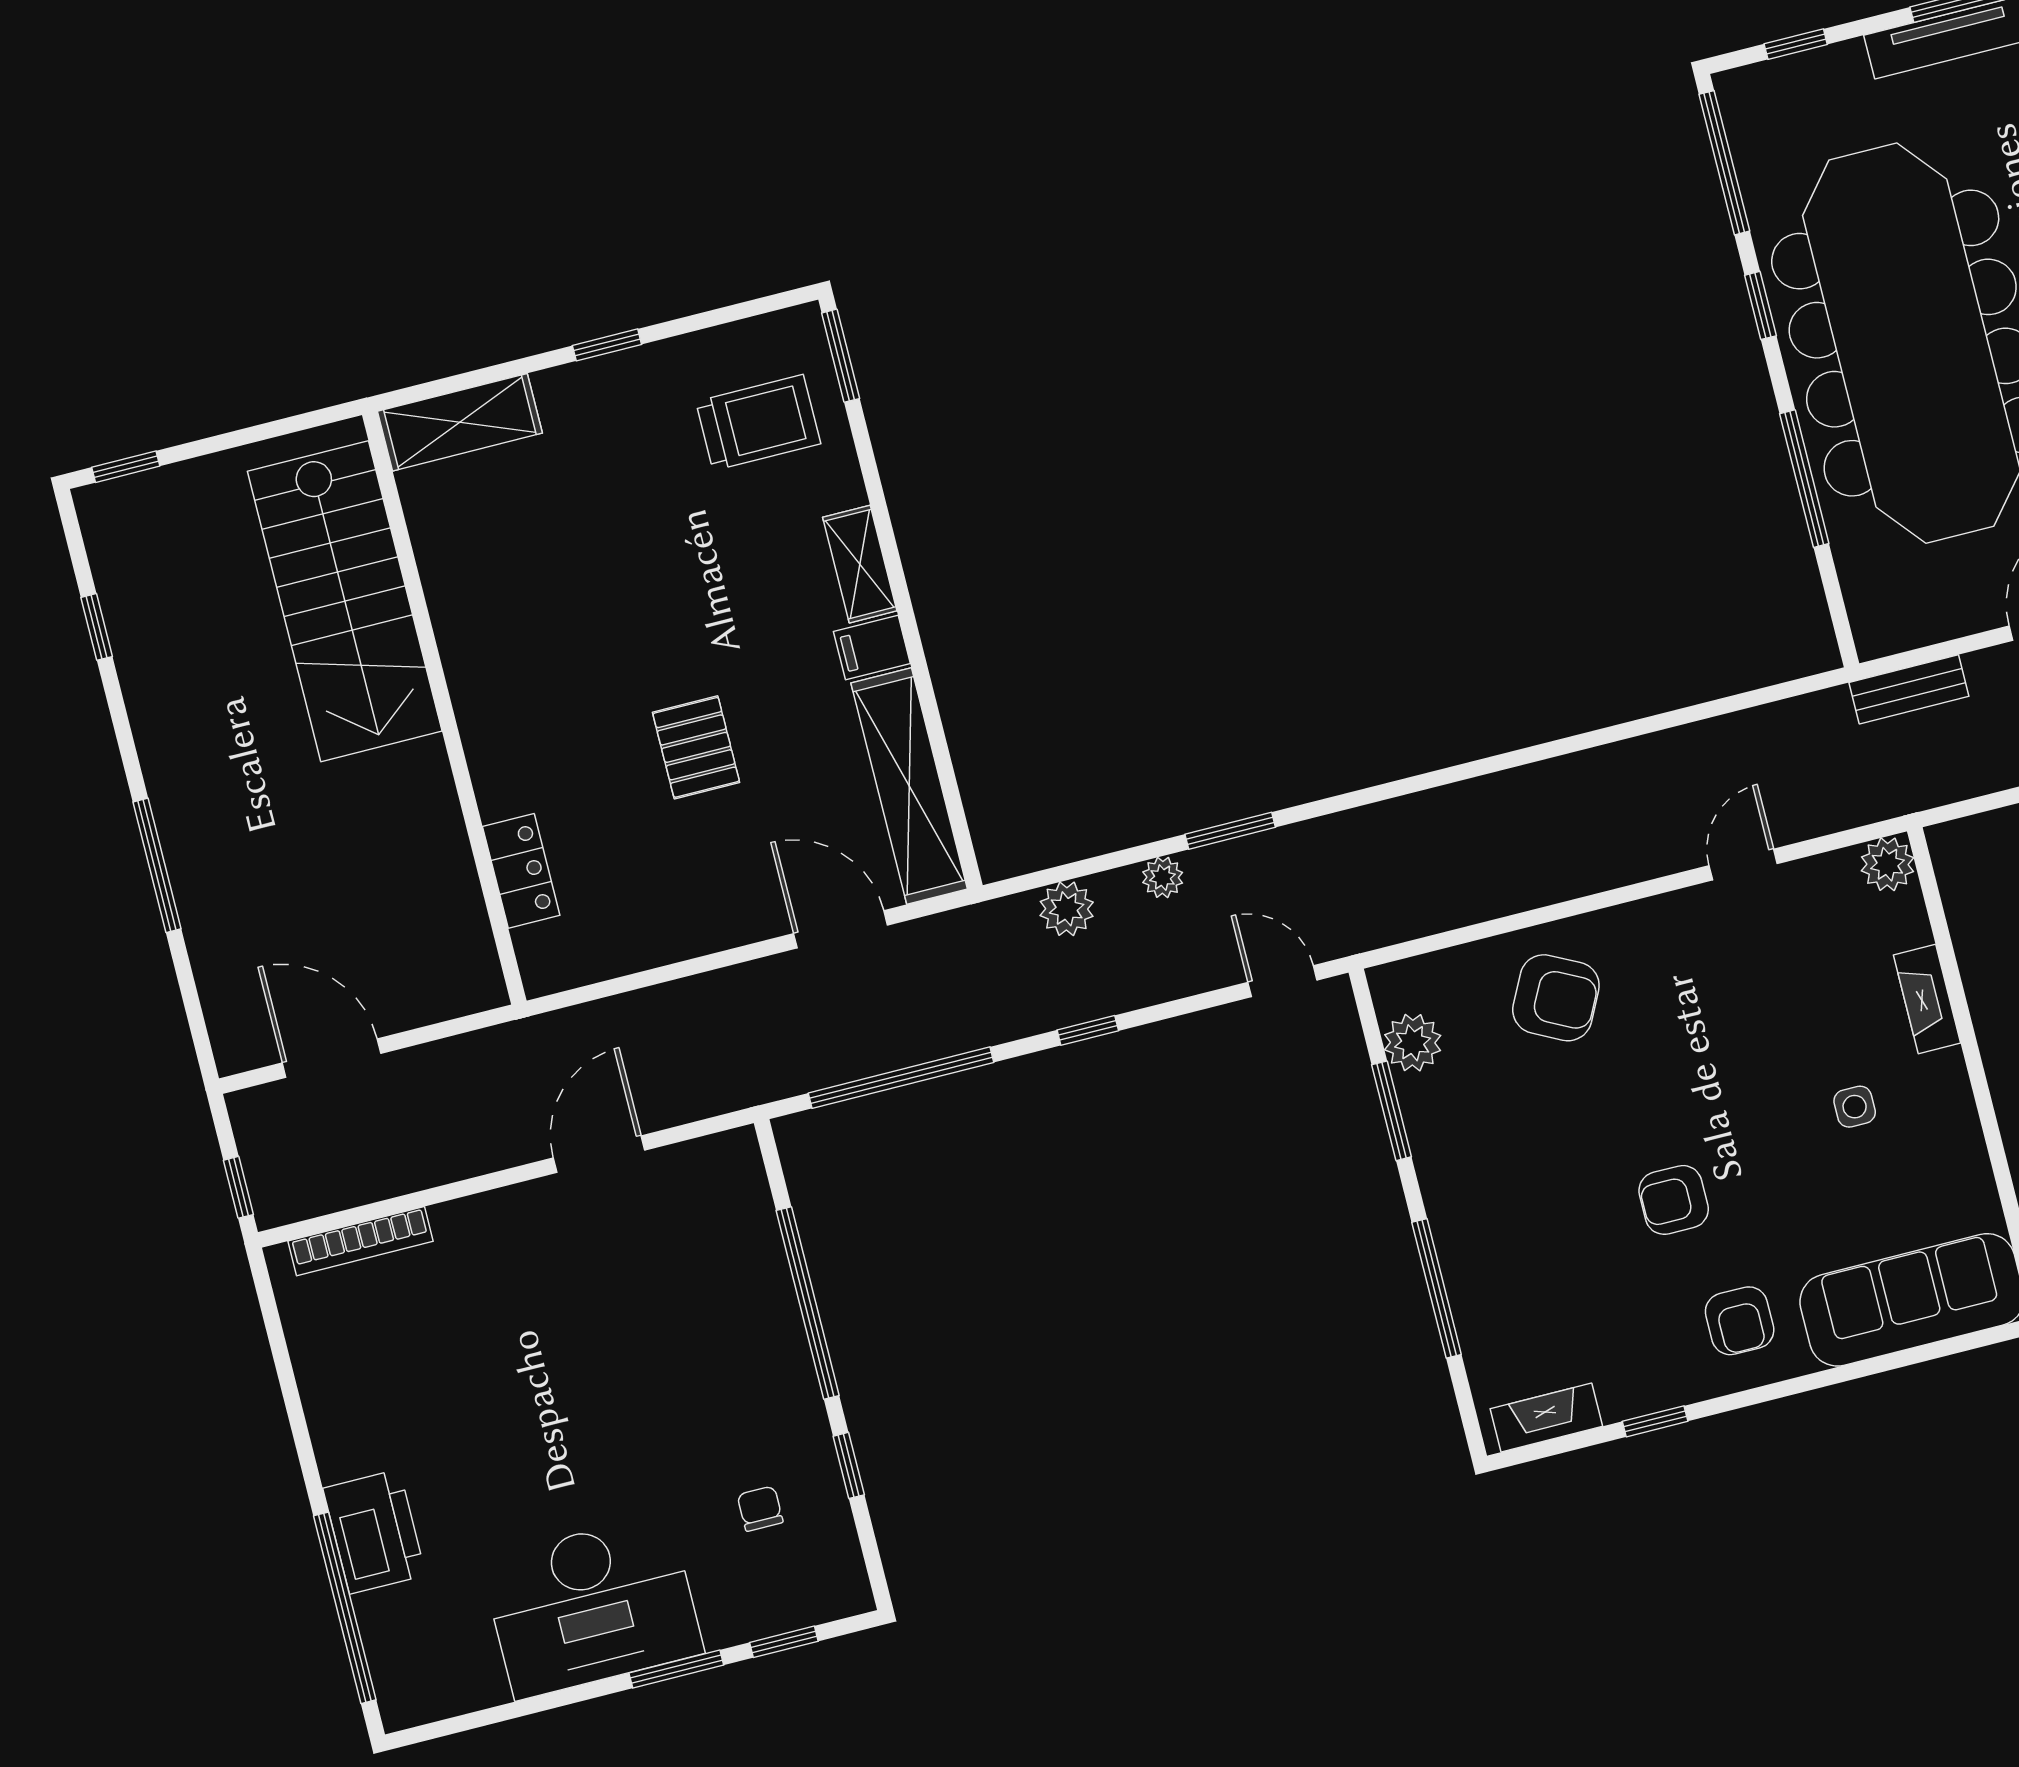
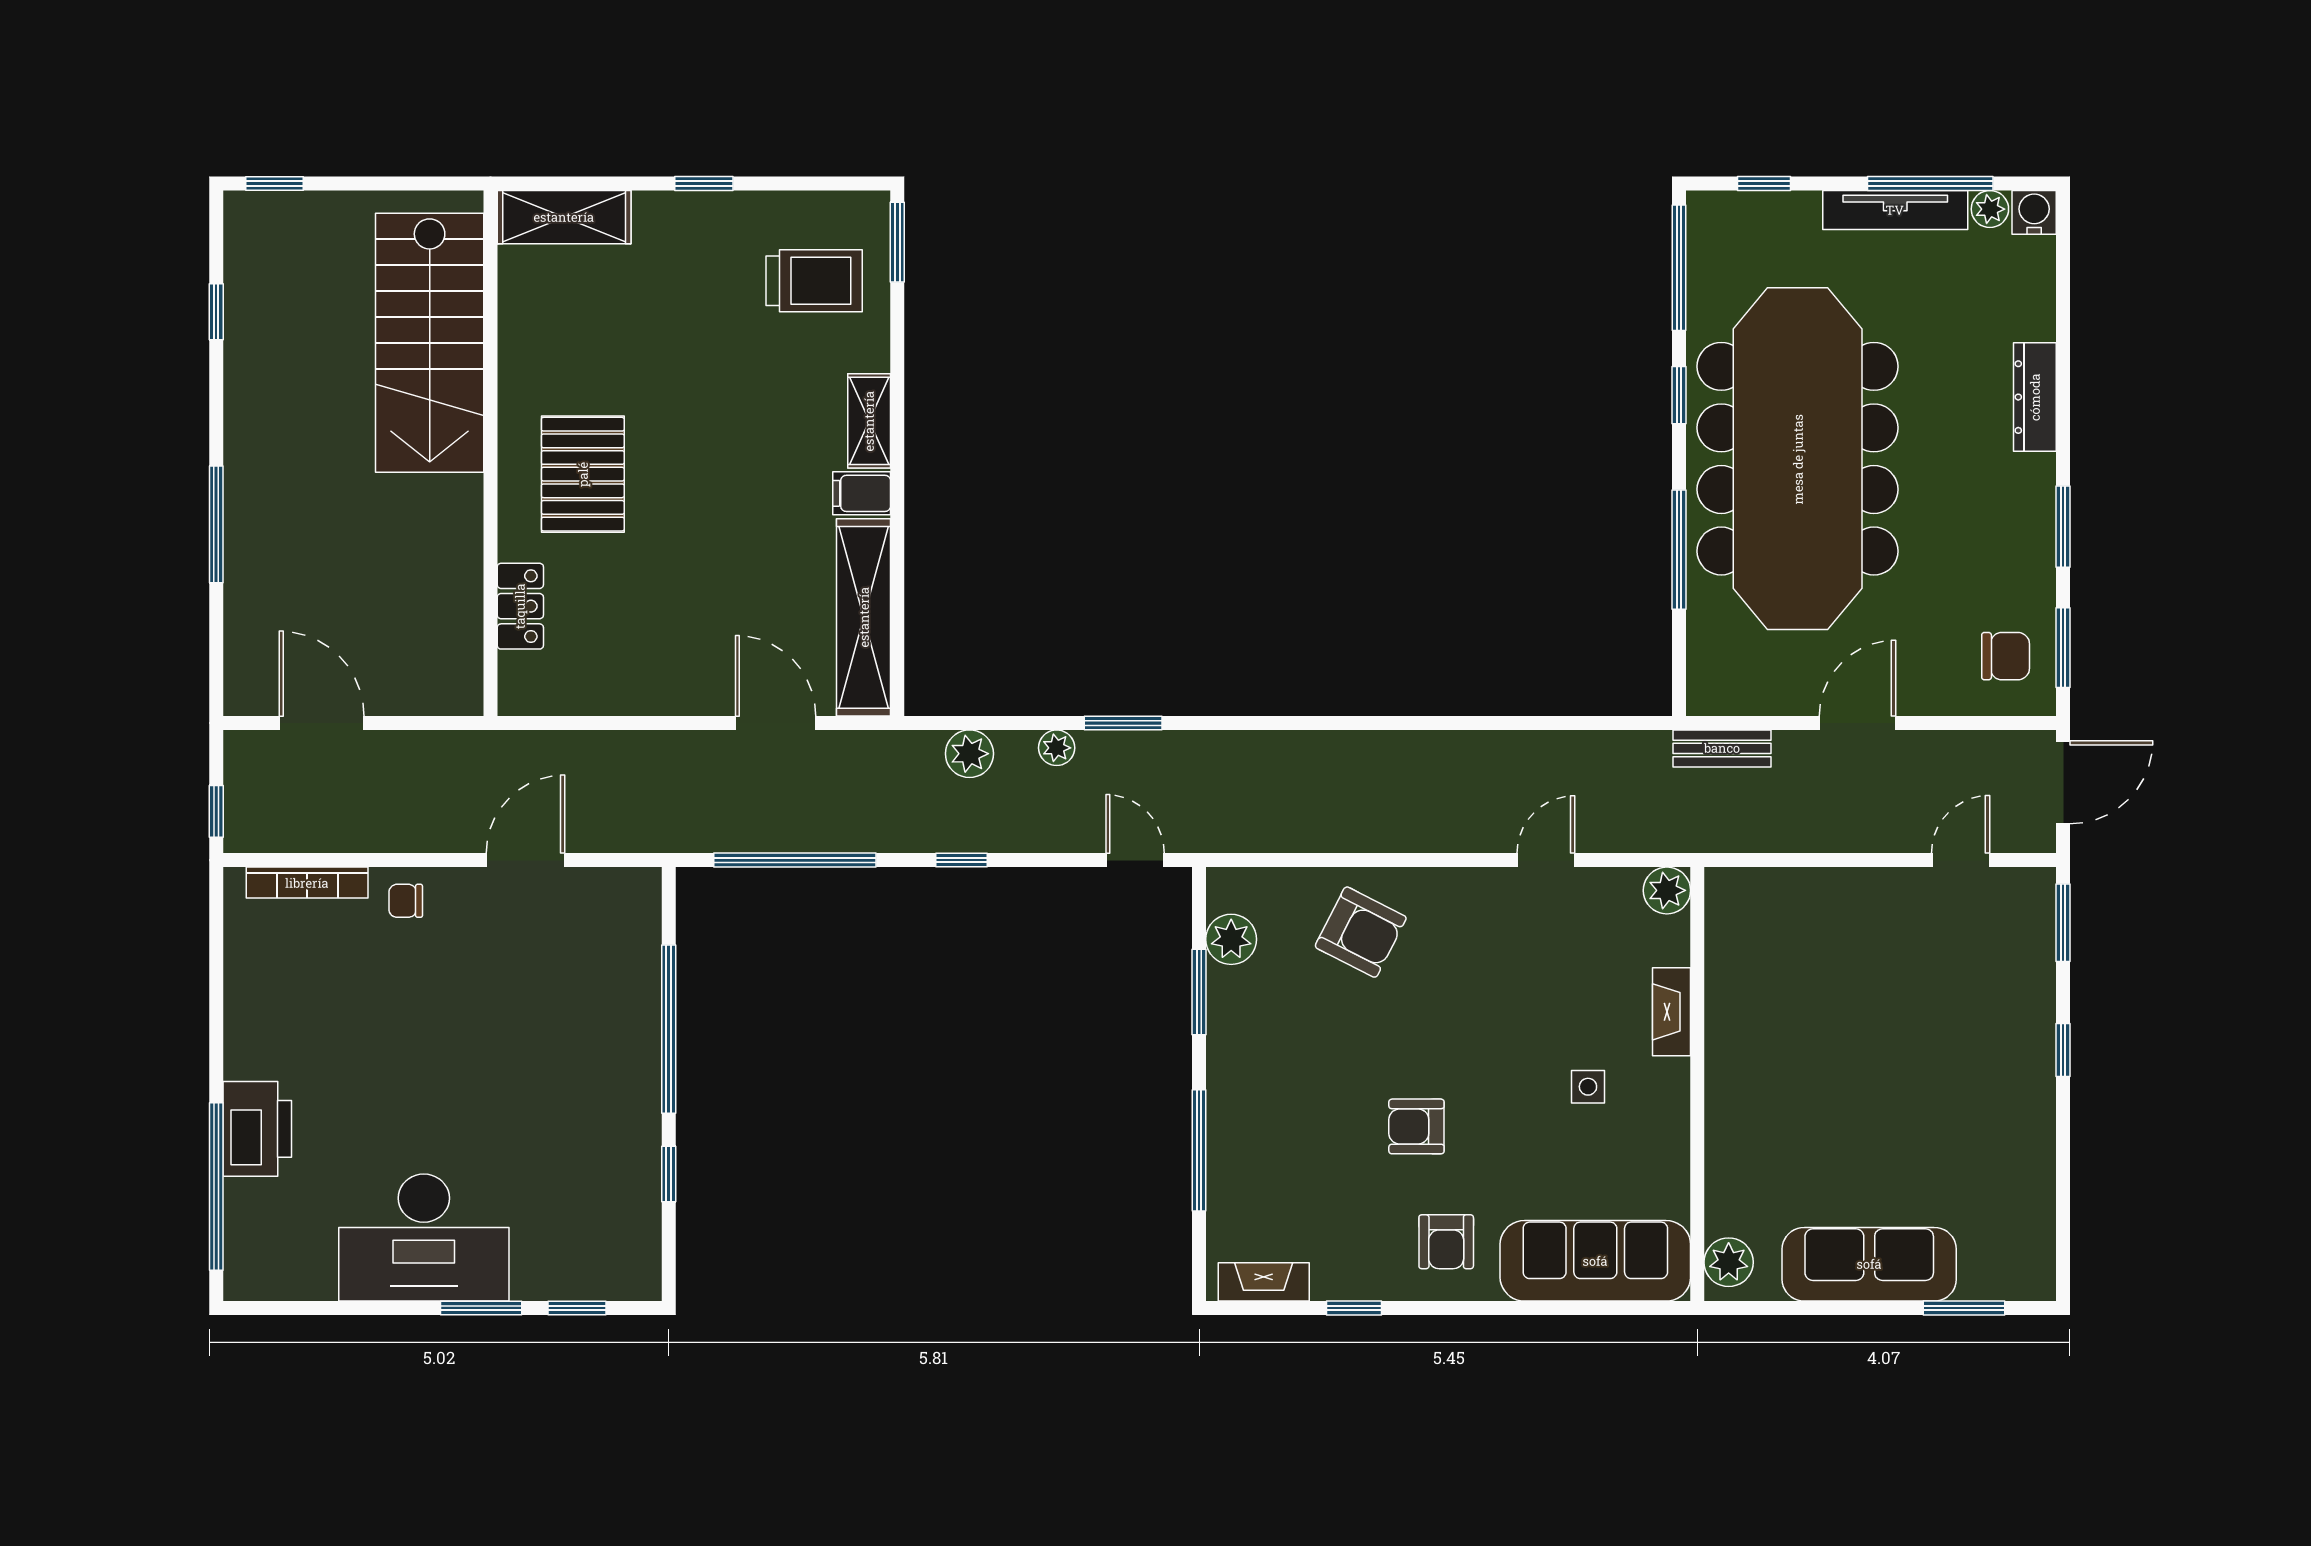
pallet: (696, 747) -> (583, 474), moved, width x1.50, depth x1.42
chair: (760, 1509) -> (406, 901), moved, turned -90

